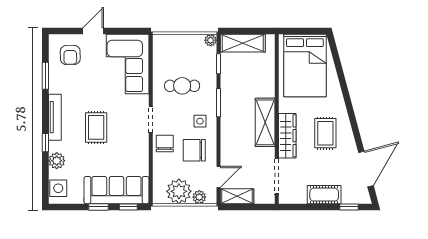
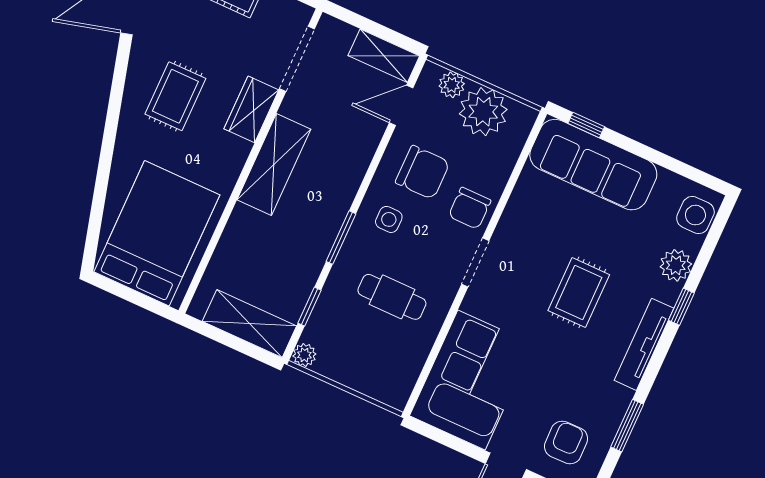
wardrobe: (287, 136) -> (251, 109), width x0.67
window: (98, 207) -> (639, 149), removed

